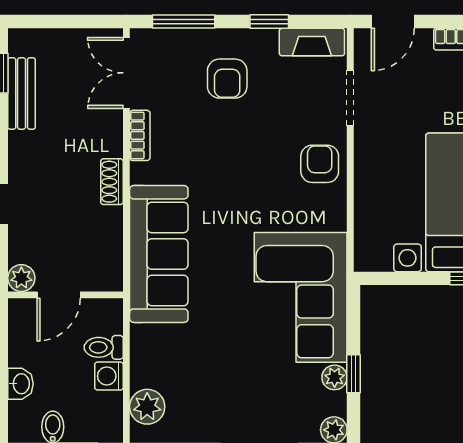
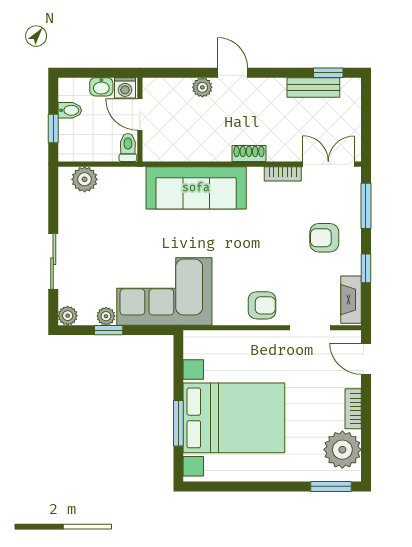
plant: (21, 278) -> (202, 87), moved
door: (59, 295) -> (140, 115), moved
wall: (65, 295) -> (140, 120), moved
washing machine: (109, 376) -> (125, 88), moved, turned 180

